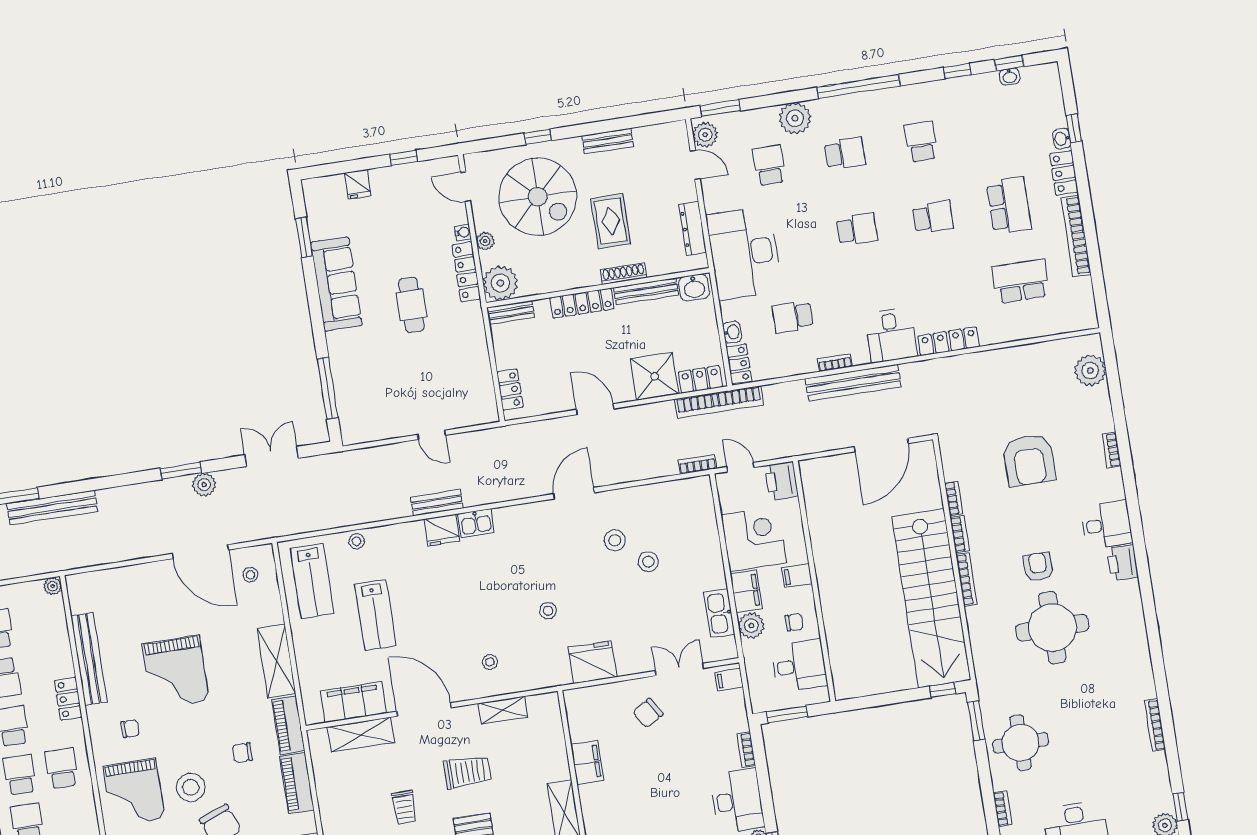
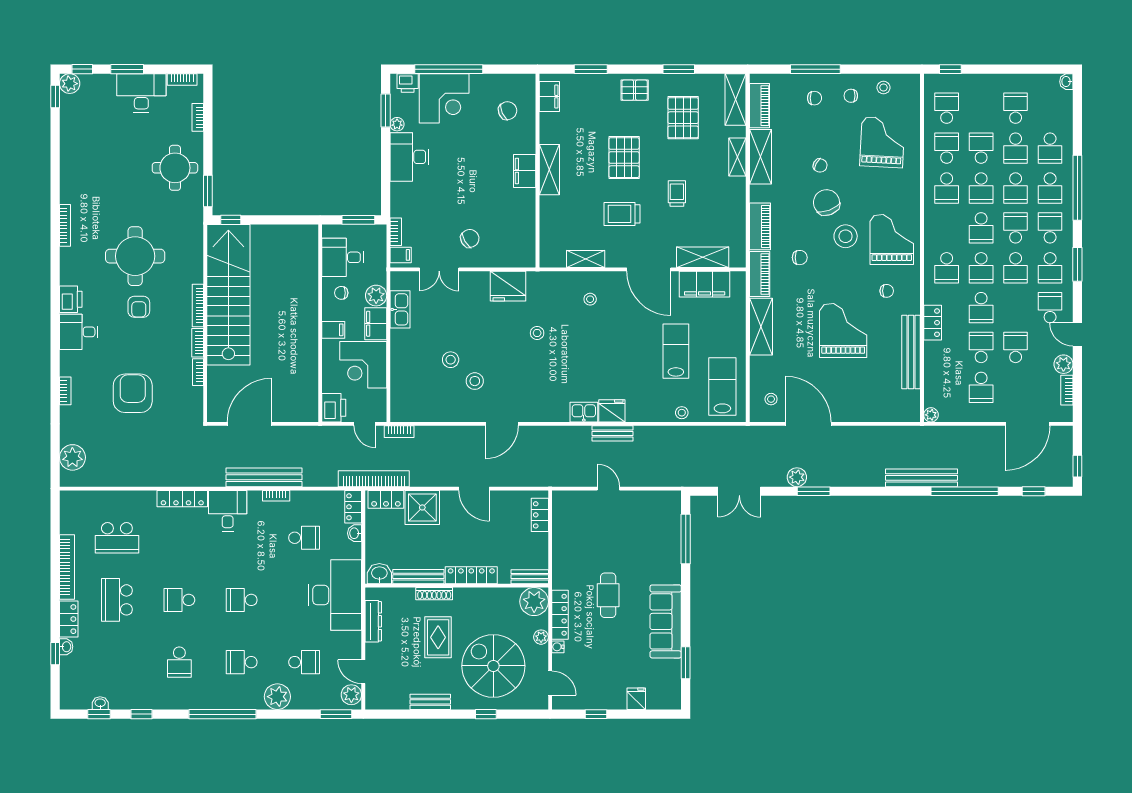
school desk: (769, 165) -> (304, 662), turned -90
bookcase: (1155, 725) -> (65, 225), moved
chair: (130, 729) -> (887, 291), turned 180
bookcase: (746, 750) -> (396, 232), moved
filing cabinet: (587, 762) -> (525, 171), moved

